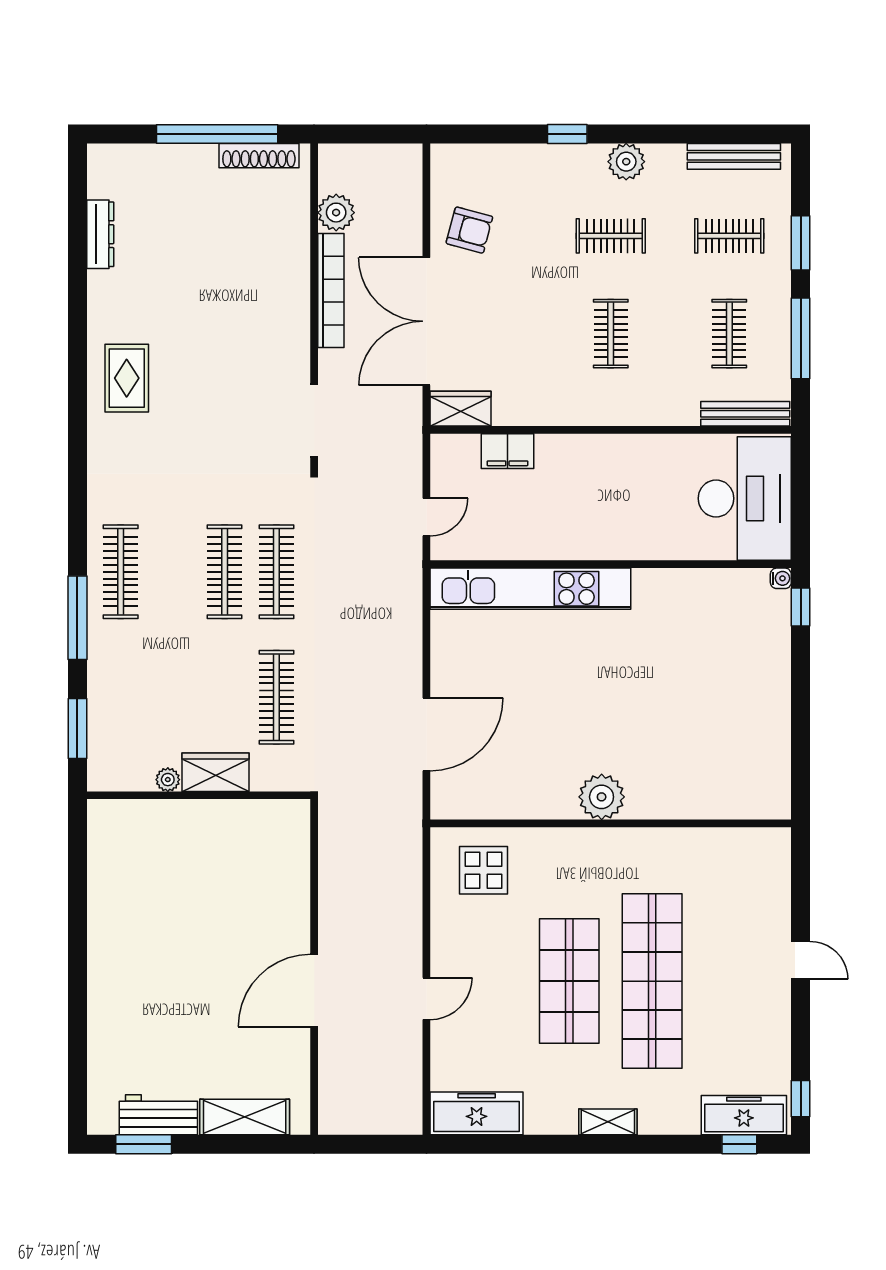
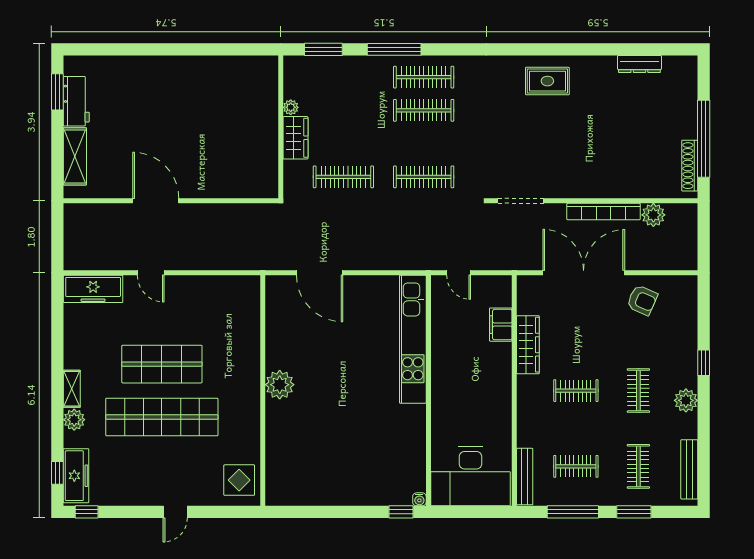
armchair: (469, 230) -> (642, 300), turned -81
wardrobe: (461, 409) -> (528, 345), moved, width x1.50
clothes rail: (225, 572) -> (424, 110), moved
display table: (483, 870) -> (239, 480), moved
freezer: (477, 1113) -> (93, 289), moved, turned 90
plant: (656, 1118) -> (74, 420), added

